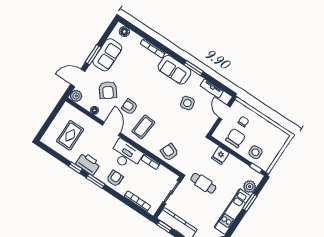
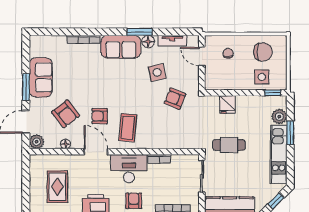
floor lamp: (124, 32) -> (148, 42), moved
chair: (235, 138) -> (263, 52), moved, turned 90
armchair: (169, 152) -> (175, 99), moved

